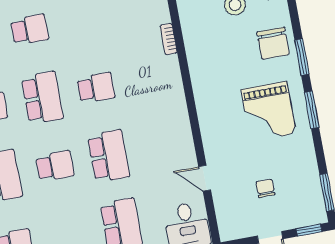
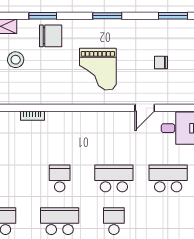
window: (302, 57) -> (43, 16), moved
grand piano: (269, 112) -> (98, 69), moved, turned 90

